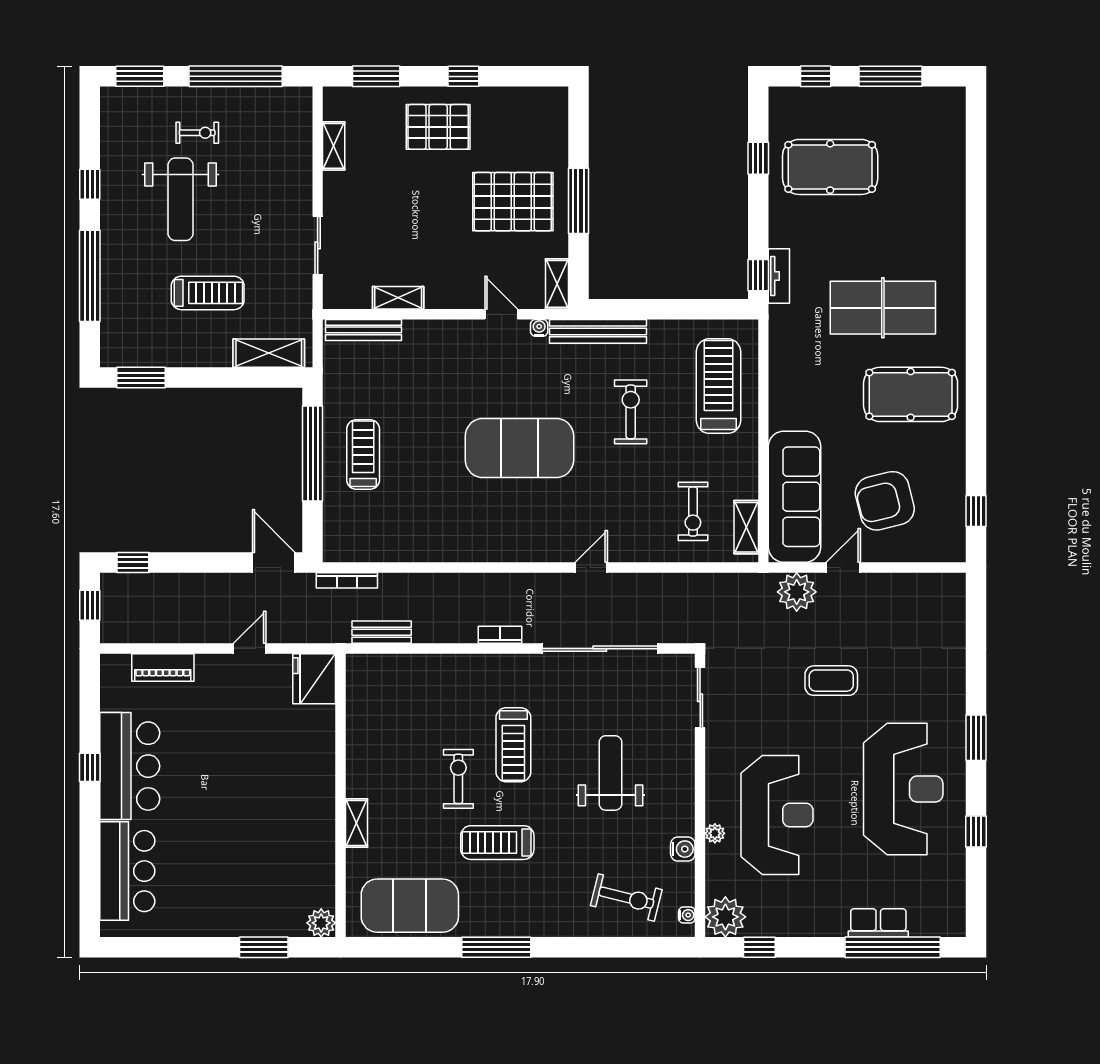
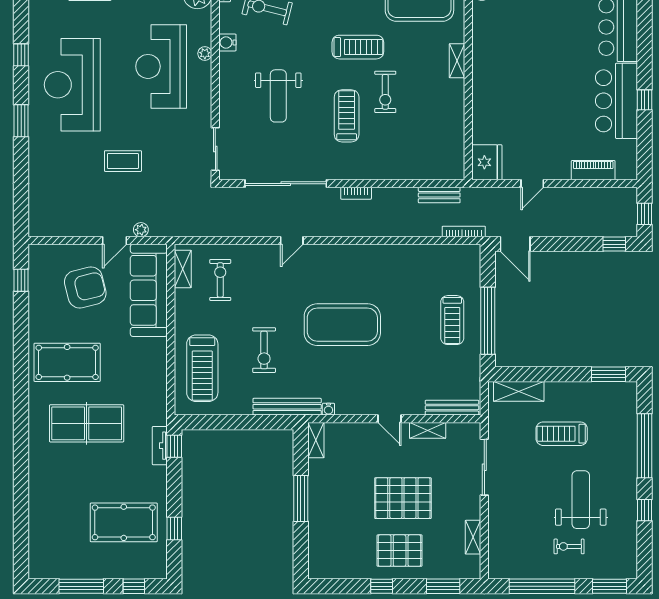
pallet: (513, 202) -> (403, 498), moved
sliding door: (318, 245) -> (484, 467), width x1.37
door: (501, 314) -> (390, 419), moved
plant: (797, 592) -> (141, 230), width x0.53, depth x0.53

